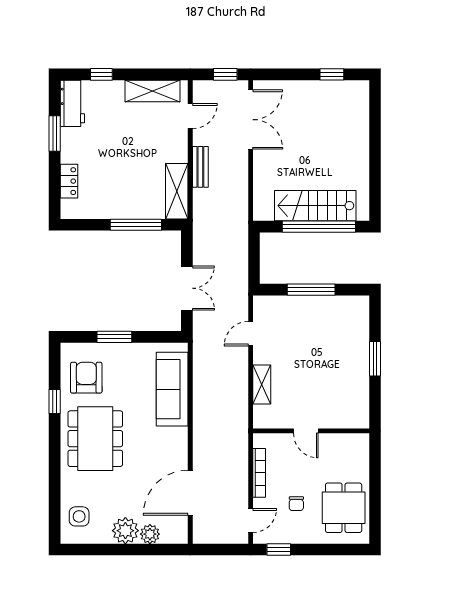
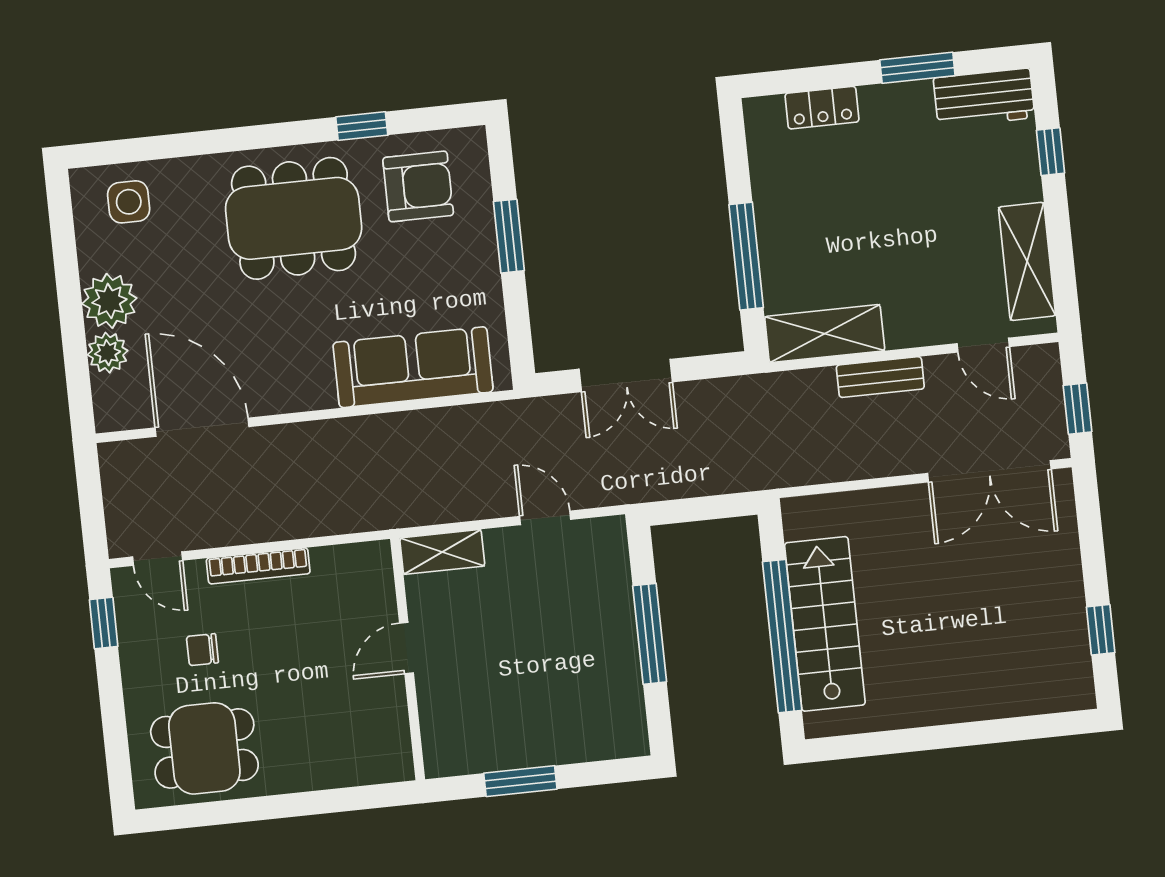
door: (306, 431) -> (406, 648), moved
wall: (311, 431) -> (408, 659), moved

